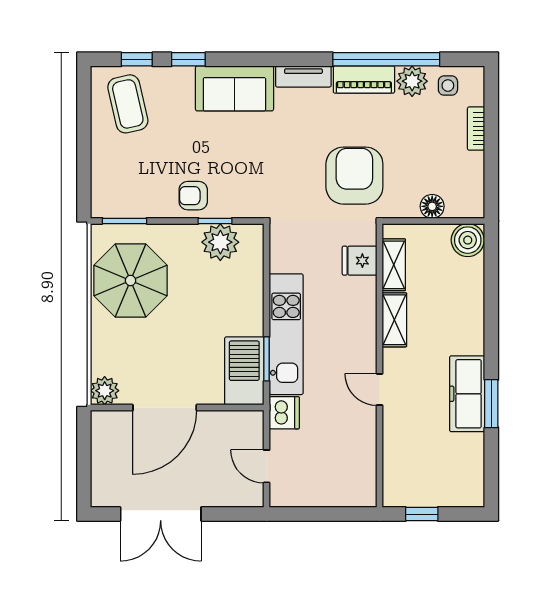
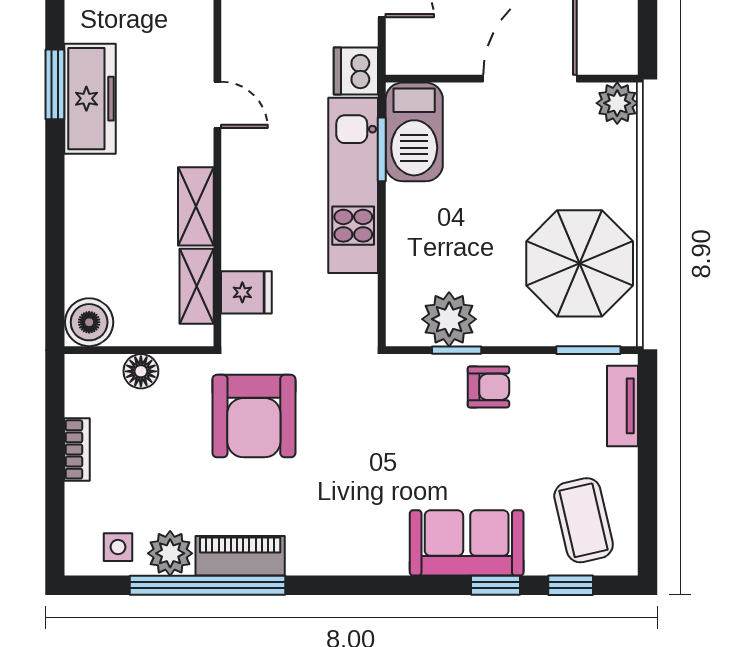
tv unit: (303, 76) -> (623, 406), moved, turned -90
sofa: (234, 88) -> (467, 543), moved
bookcase: (476, 129) -> (77, 449), moved

